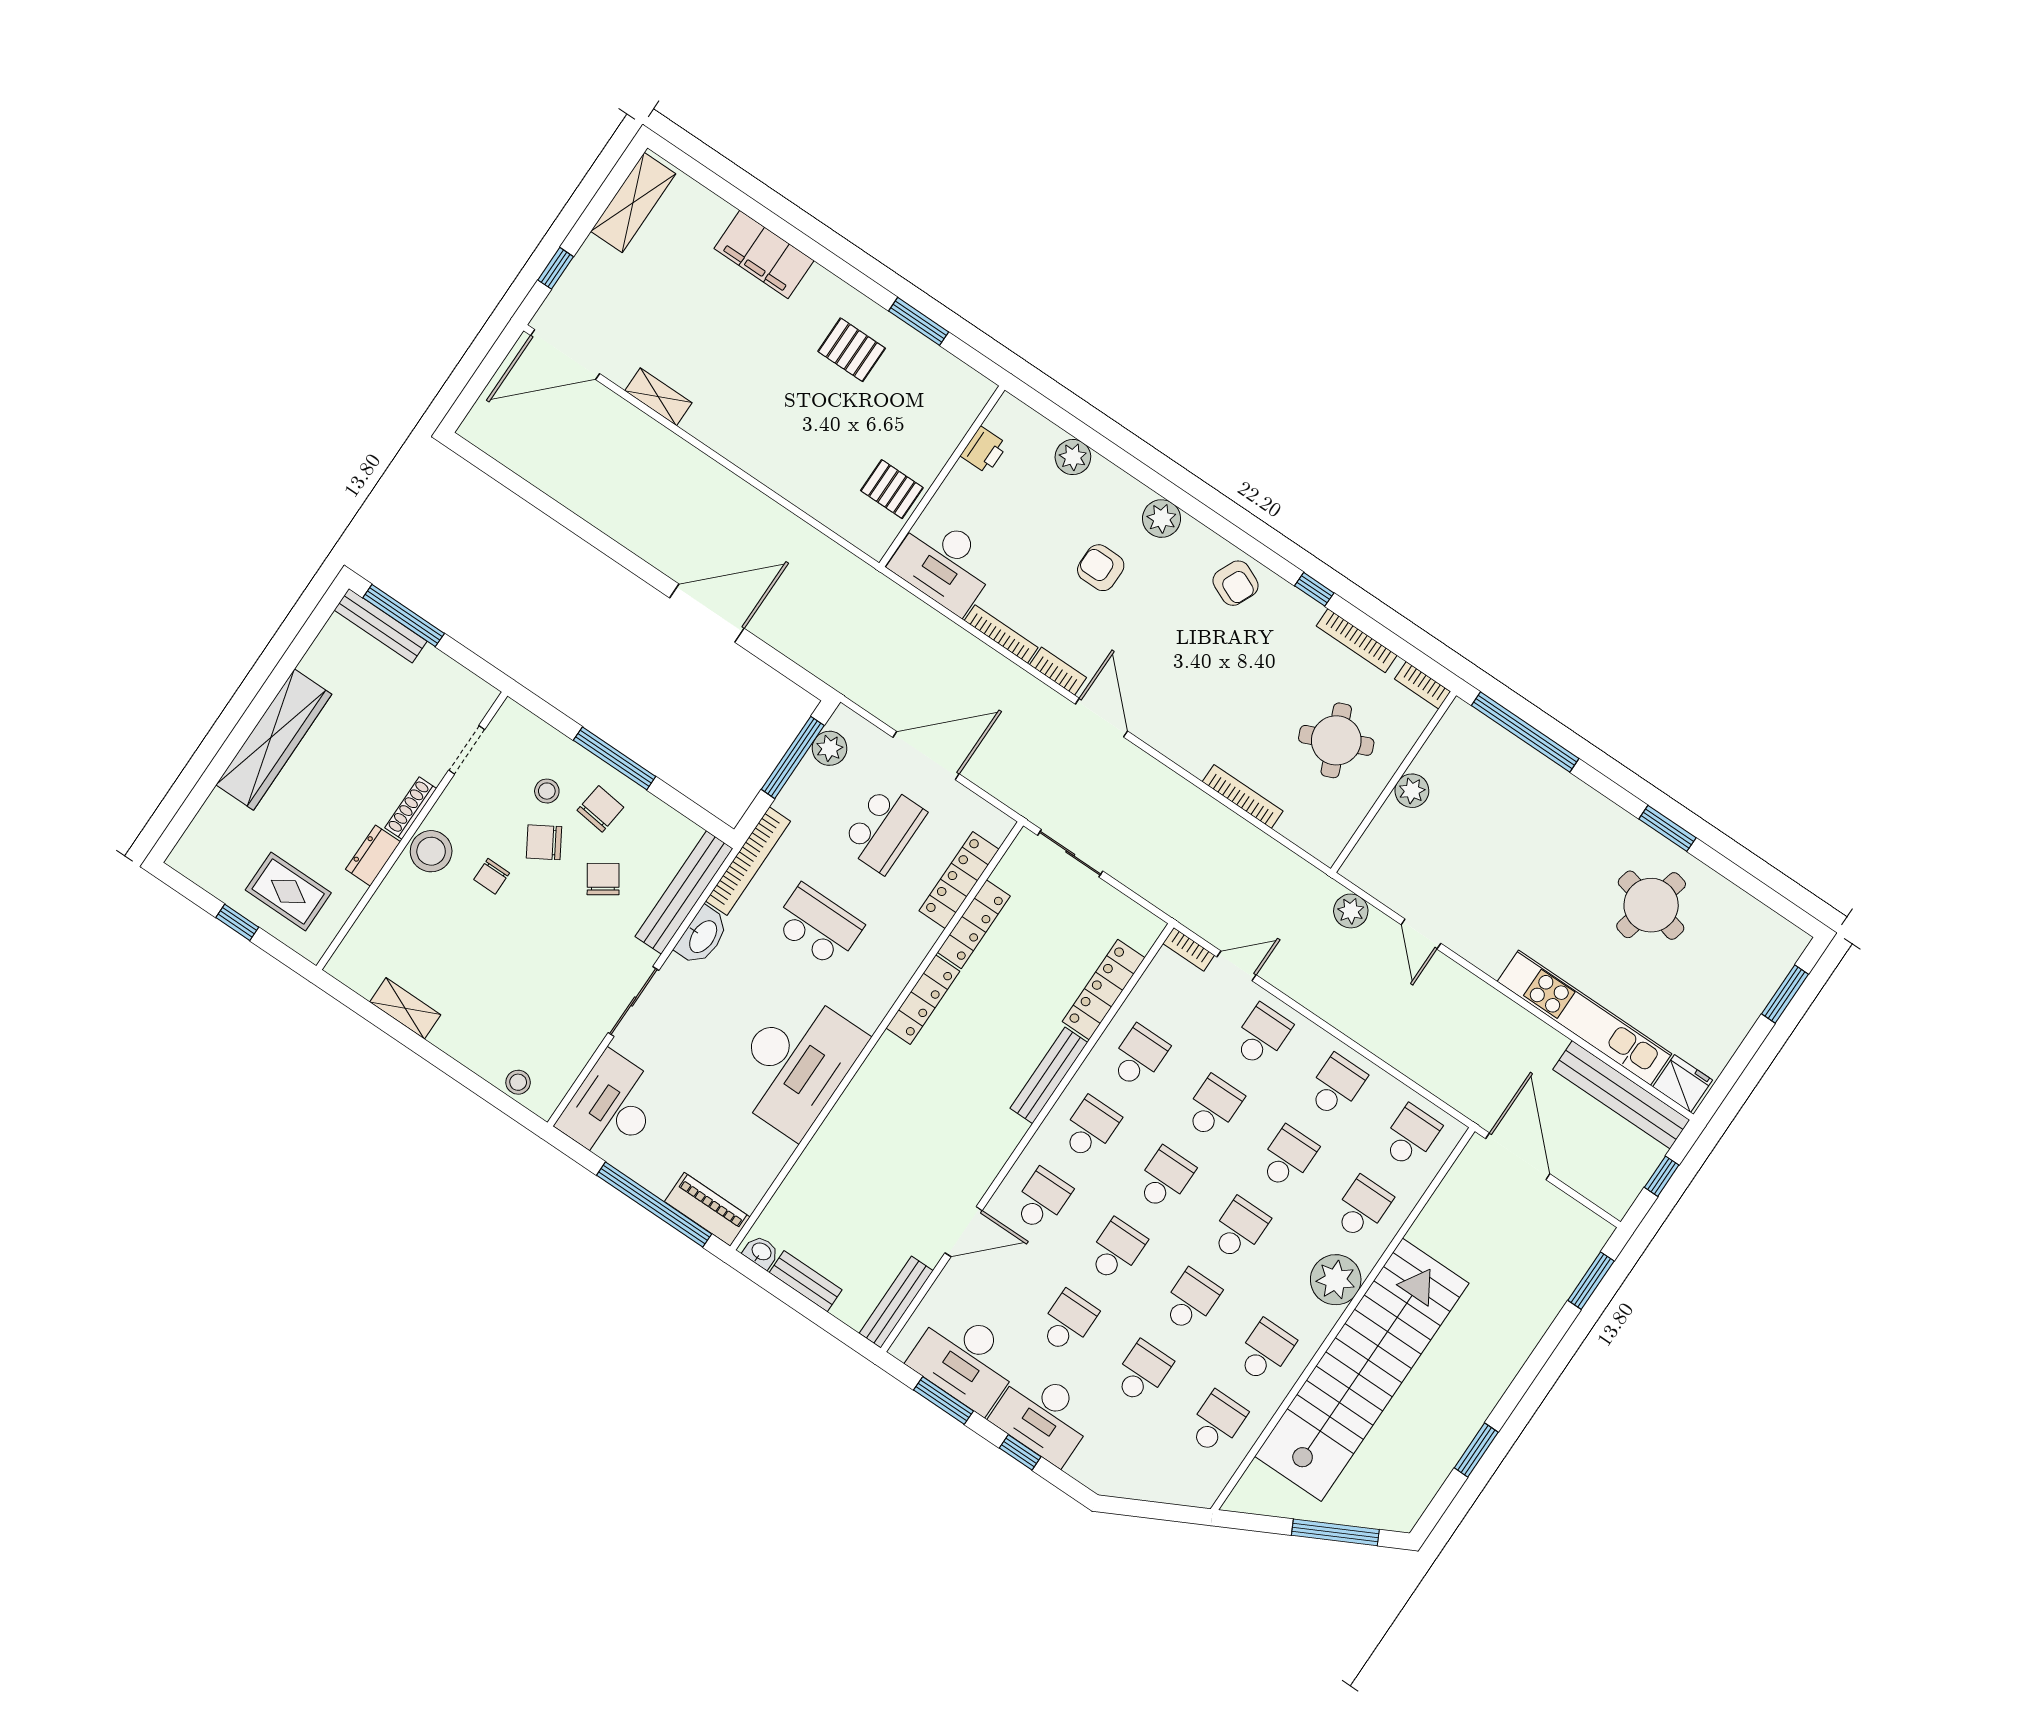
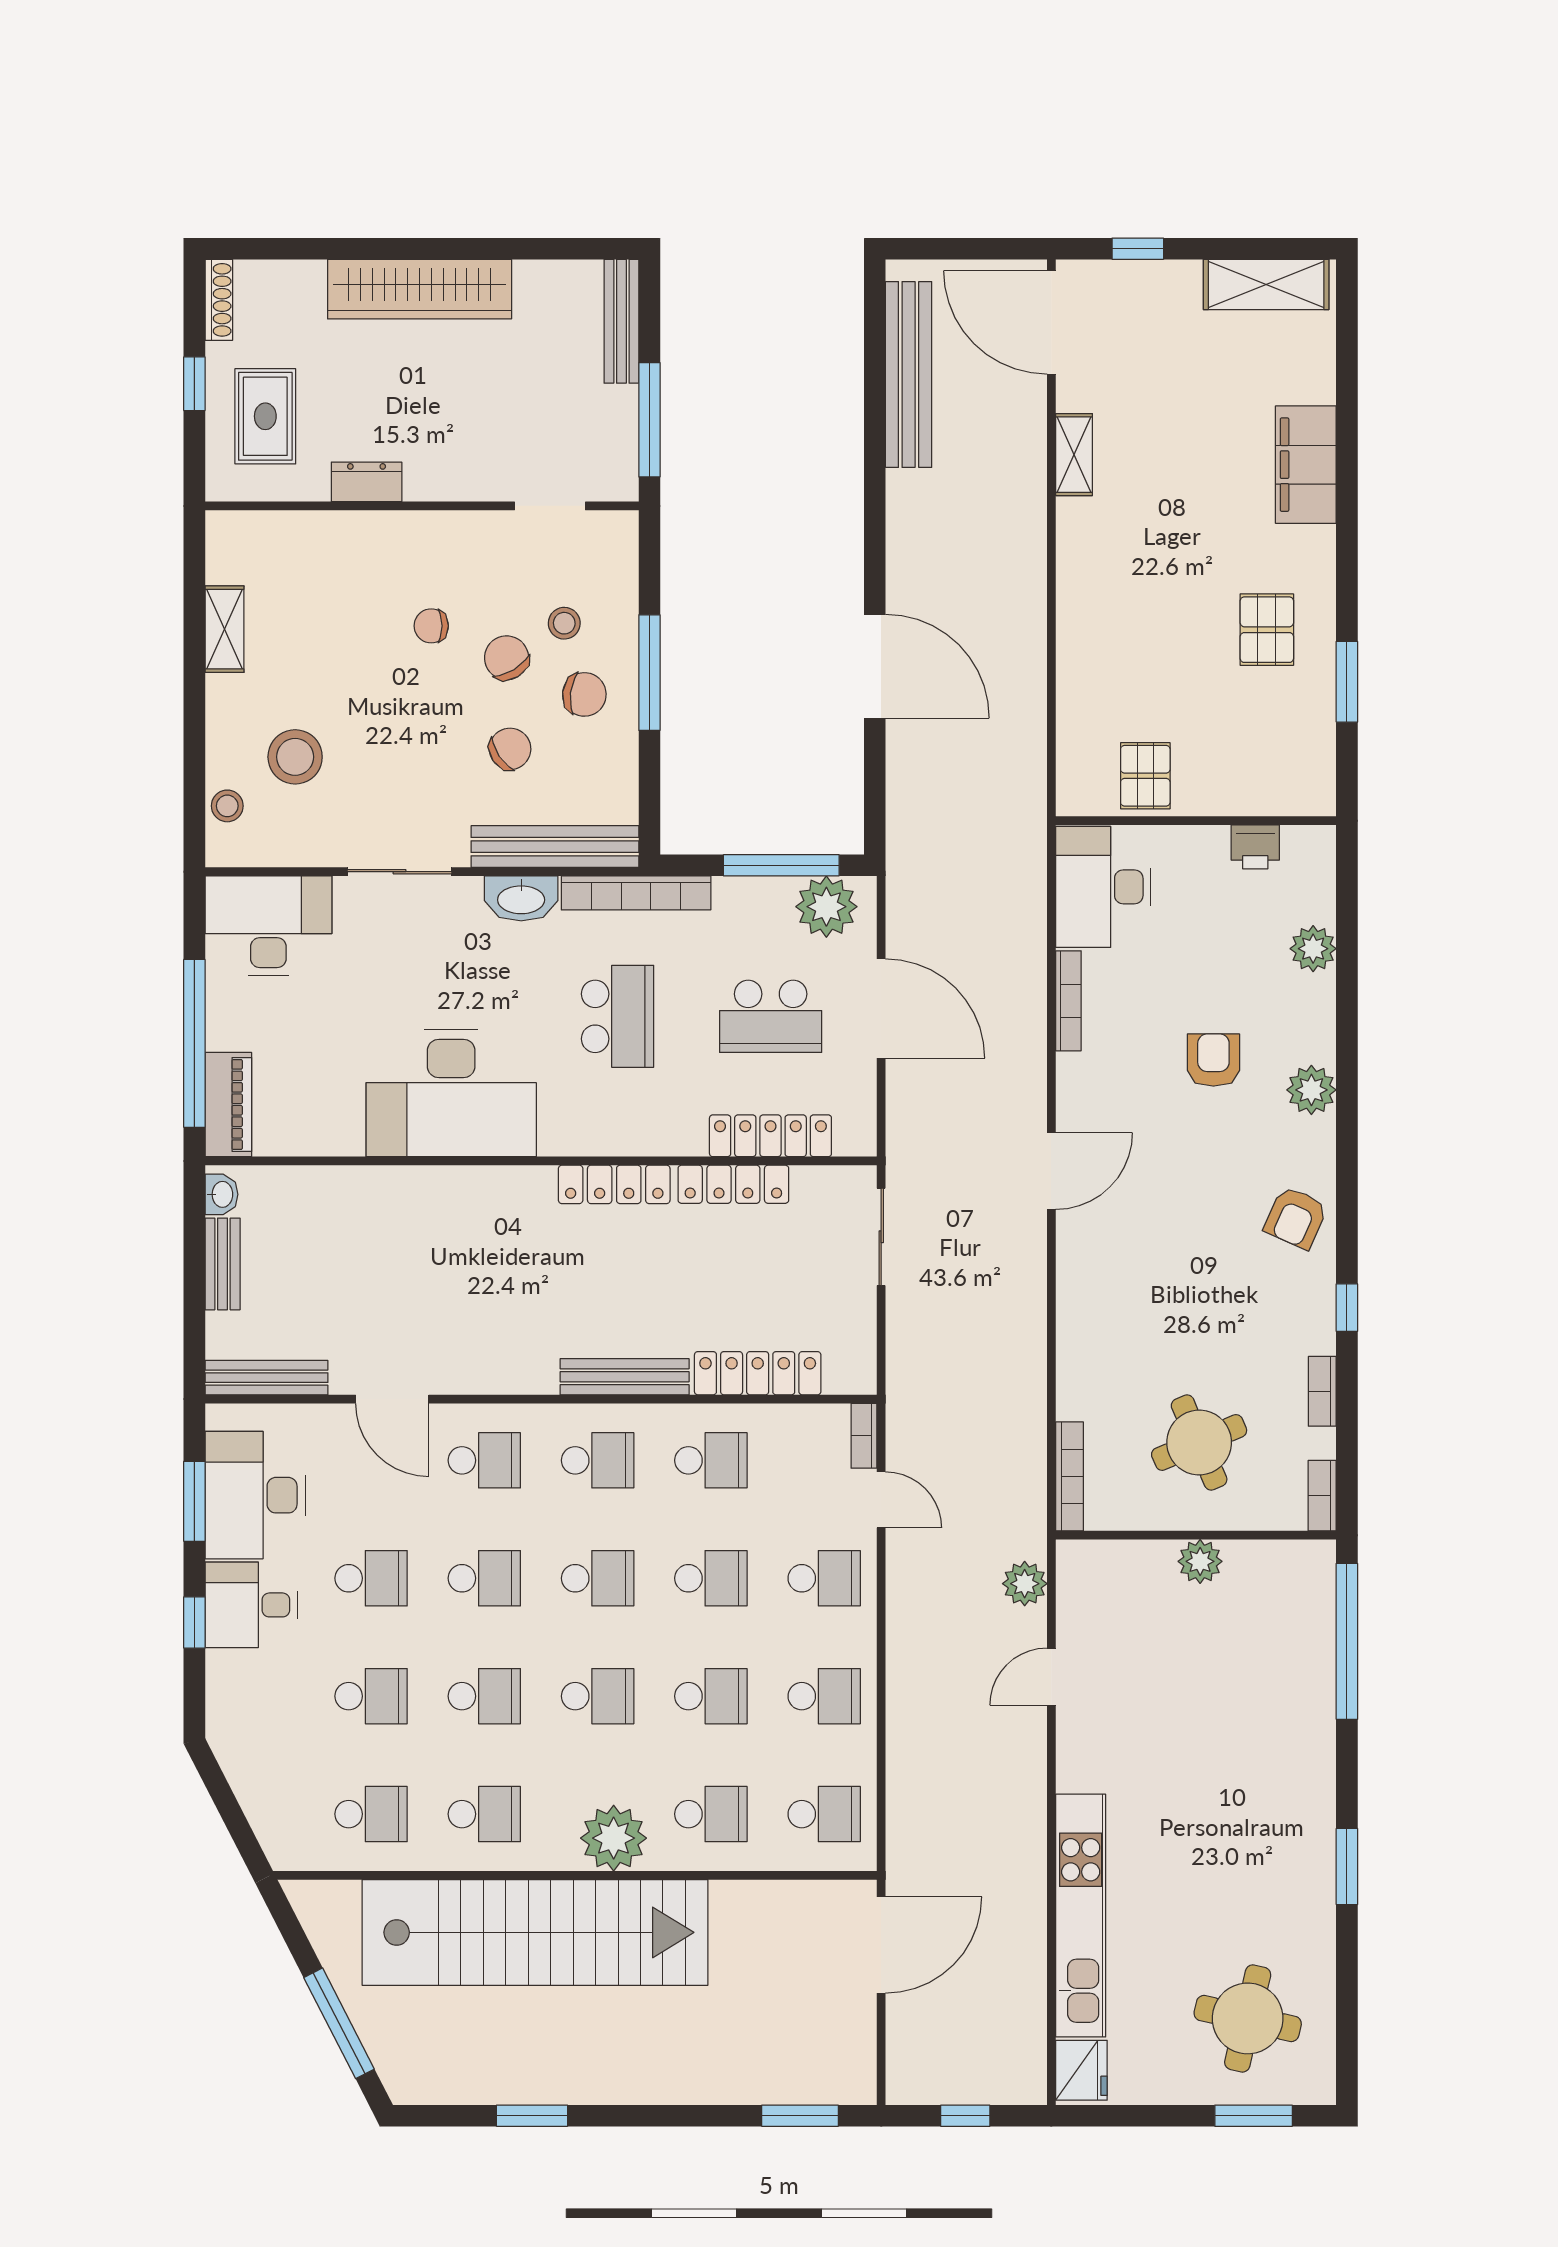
window: (404, 616) -> (649, 420), moved
bookcase: (1357, 641) -> (1322, 1391), width x0.64
bookcase: (1058, 671) -> (1070, 1090), removed
plant: (830, 748) -> (826, 907), width x1.36, depth x1.36
bookcase: (1243, 796) -> (1070, 1476), moved
shoe rack: (411, 808) -> (219, 300), moved, turned 90
stool: (431, 851) -> (295, 757), moved
round table: (1651, 905) -> (1248, 2018), moved
bench: (1621, 1095) -> (909, 374), moved
desk: (1043, 1416) -> (251, 1605), width x0.73

